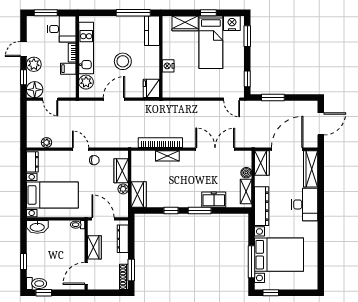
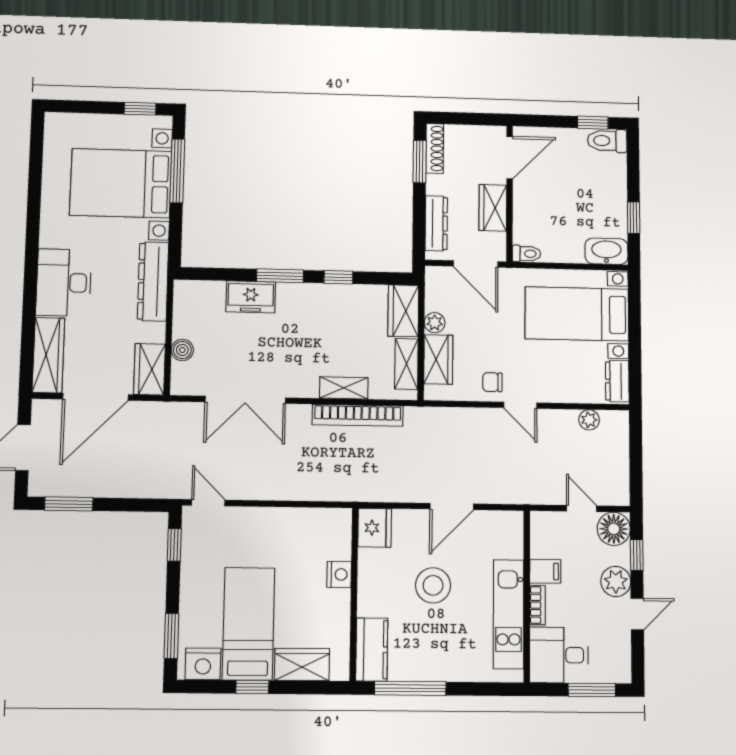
plant: (86, 82) -> (509, 543), removed
window: (273, 98) -> (69, 504), moved
shelving: (246, 191) -> (406, 364), moved
window: (23, 262) -> (634, 218), moved

